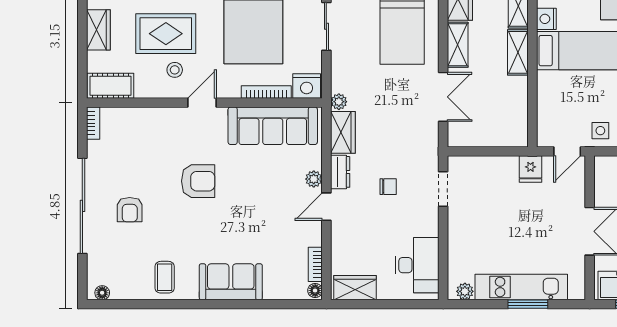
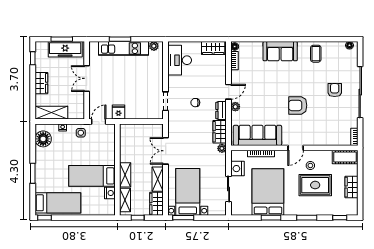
nightstand: (307, 86) -> (237, 169), moved, turned -90

